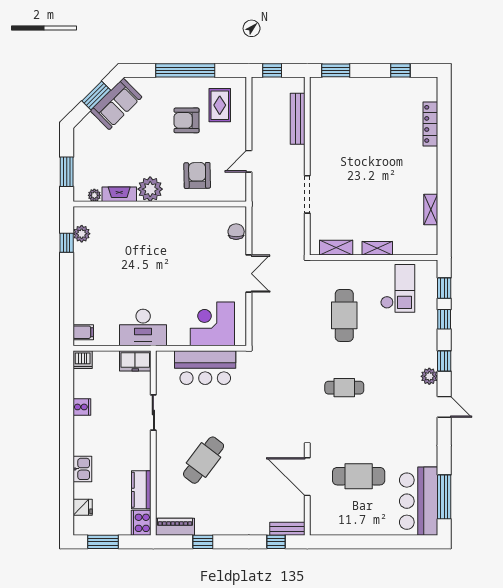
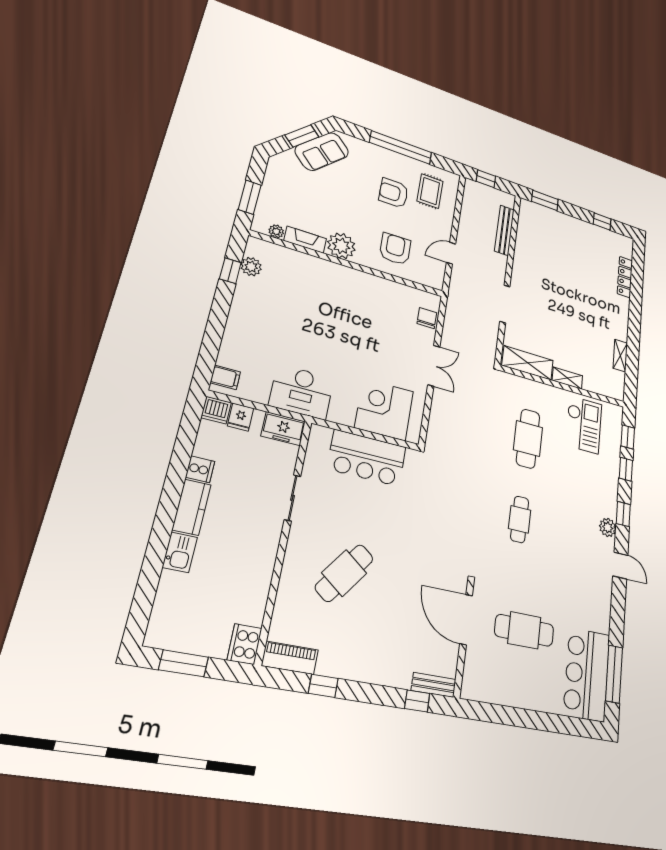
shelving: (336, 248) -> (528, 363), width x1.50, depth x1.33
cafe table: (344, 388) -> (520, 519), turned 90
kitchen counter: (141, 490) -> (192, 507), moved, turned 180
fridge: (83, 507) -> (241, 417), moved, turned 90

